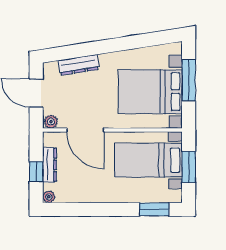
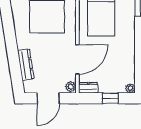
dresser: (50, 165) -> (88, 88), moved, width x0.70

